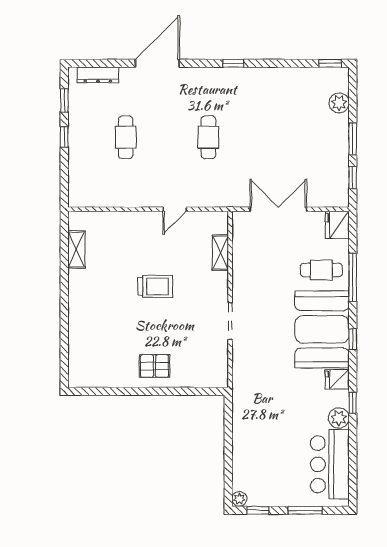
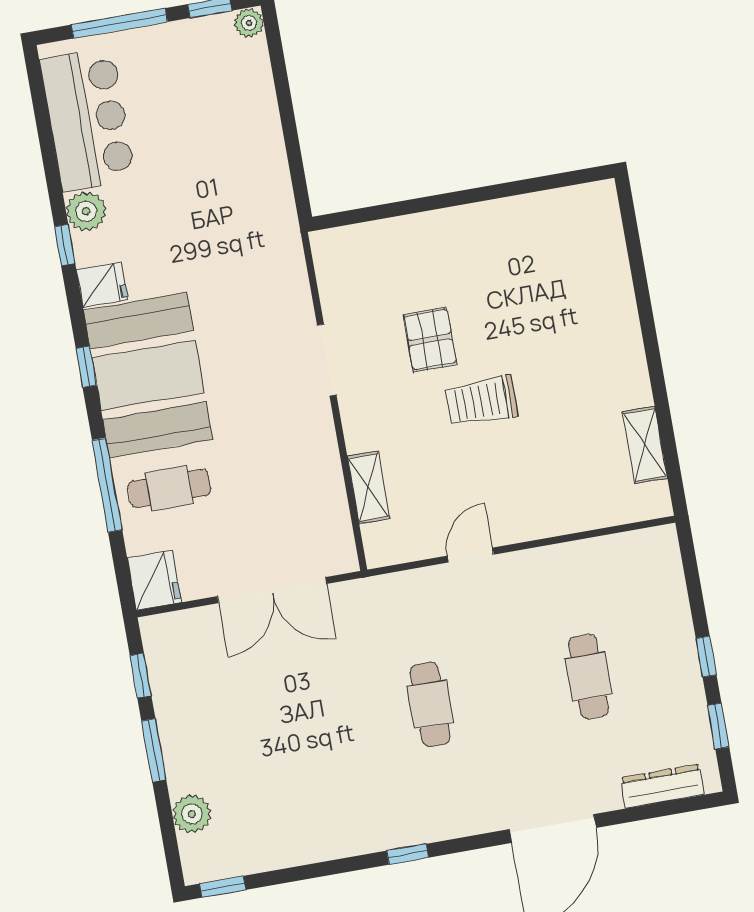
pallet: (155, 366) -> (430, 340), moved, turned 90
window: (305, 510) -> (119, 23), width x1.44

